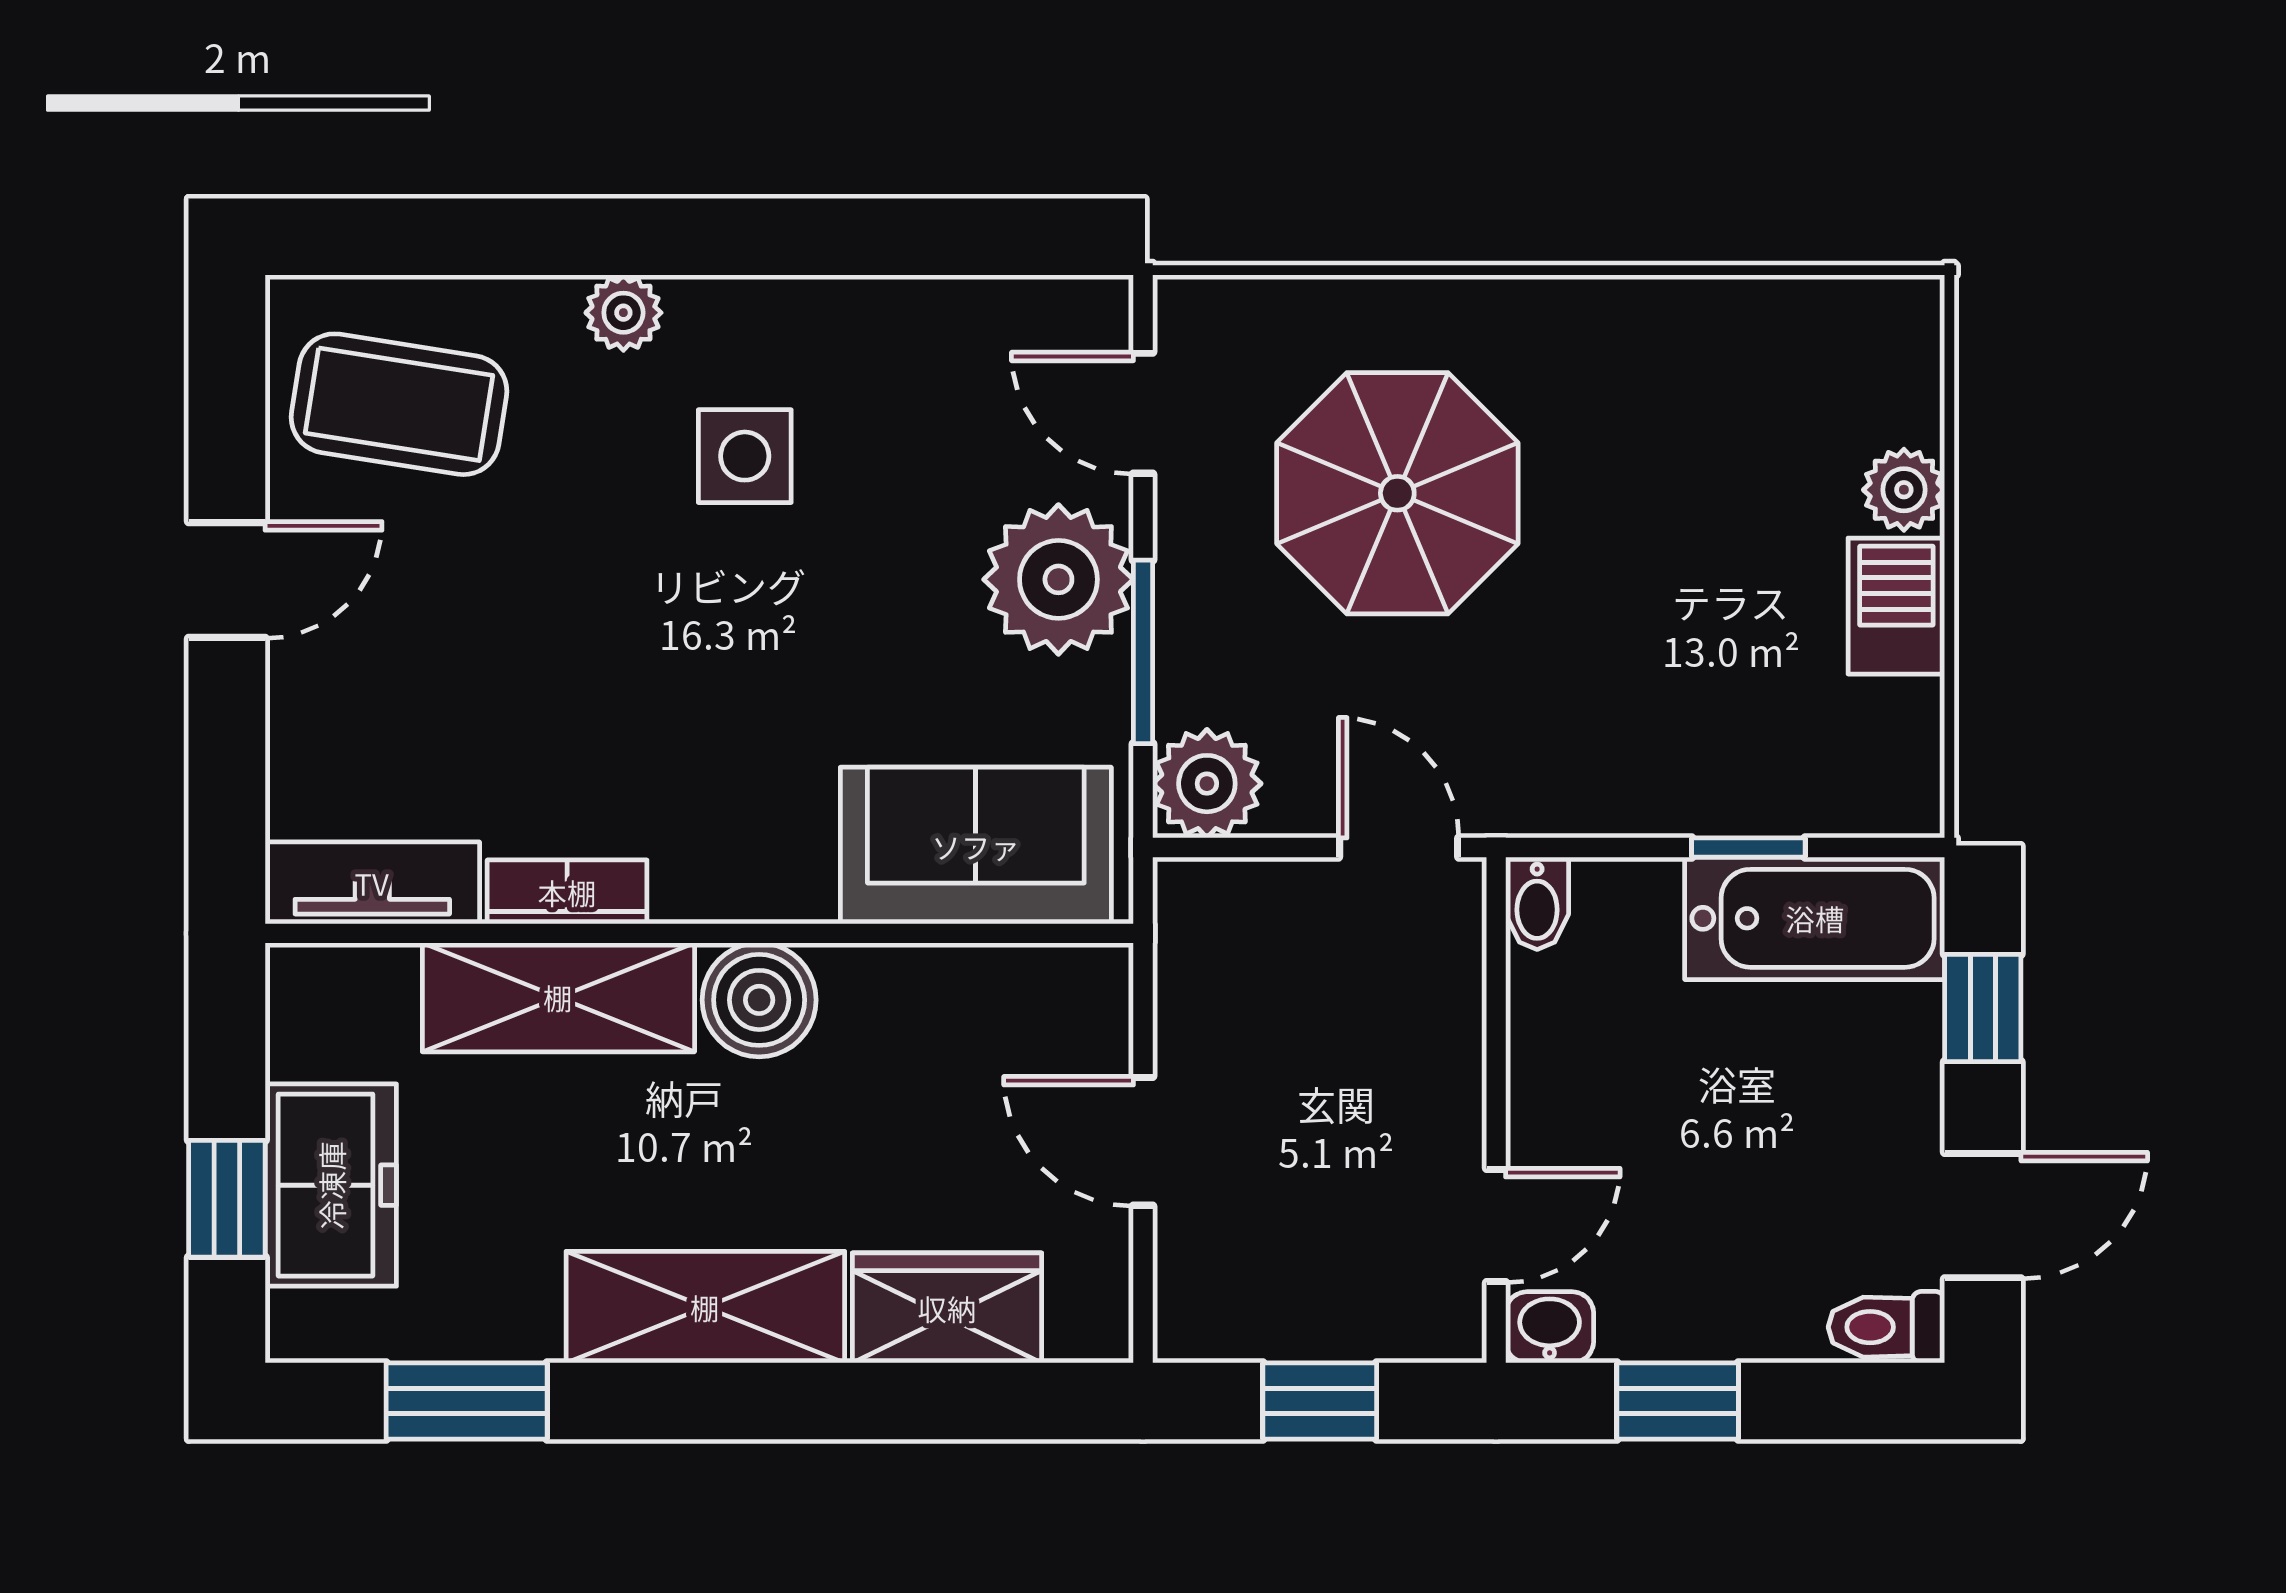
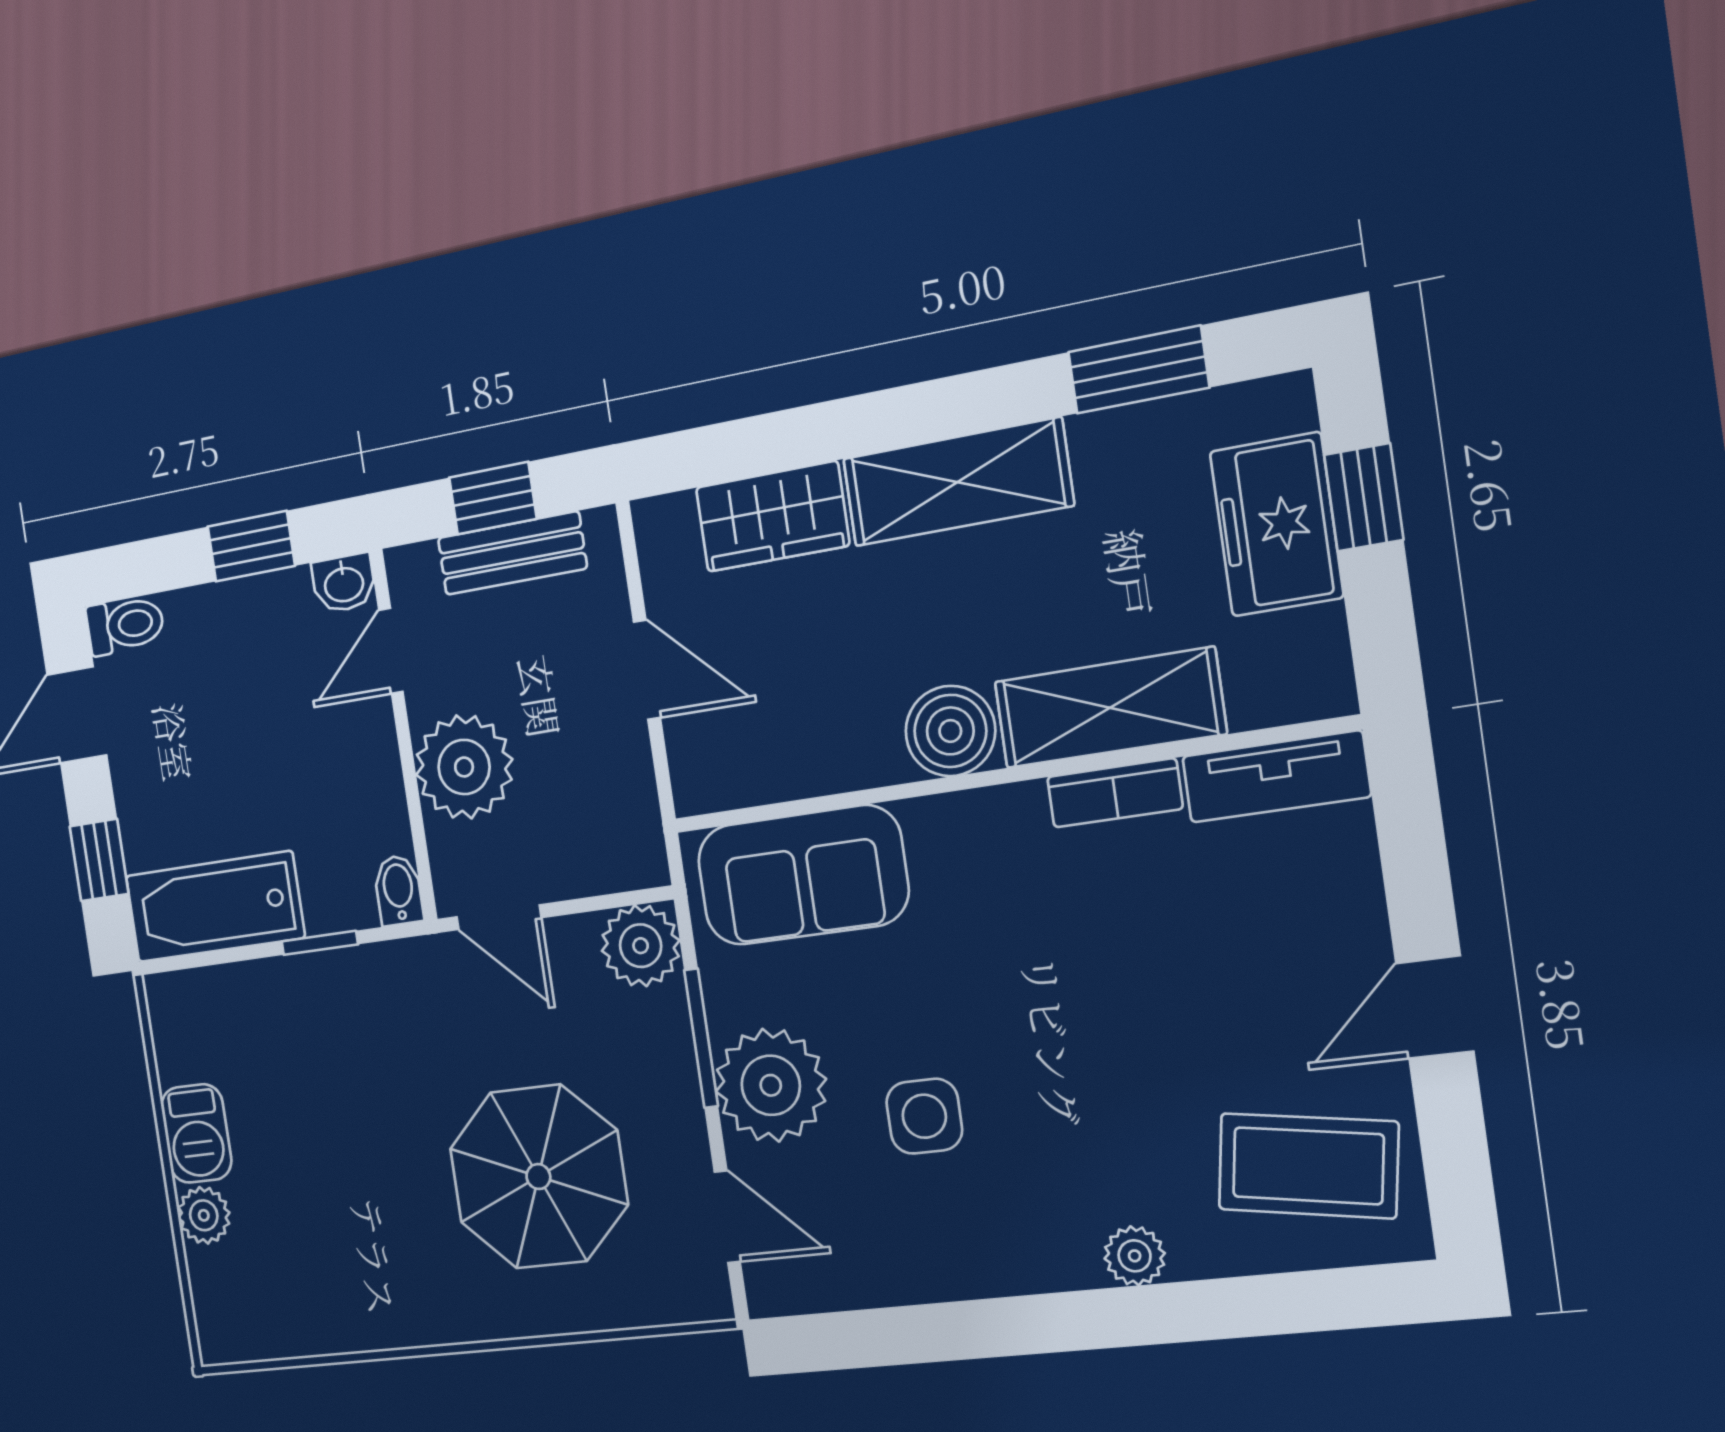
side table: (745, 456) -> (924, 1116), moved
window: (1748, 847) -> (320, 943), moved
plant: (1416, 1054) -> (464, 767), added
bench: (1304, 1324) -> (512, 553), added

